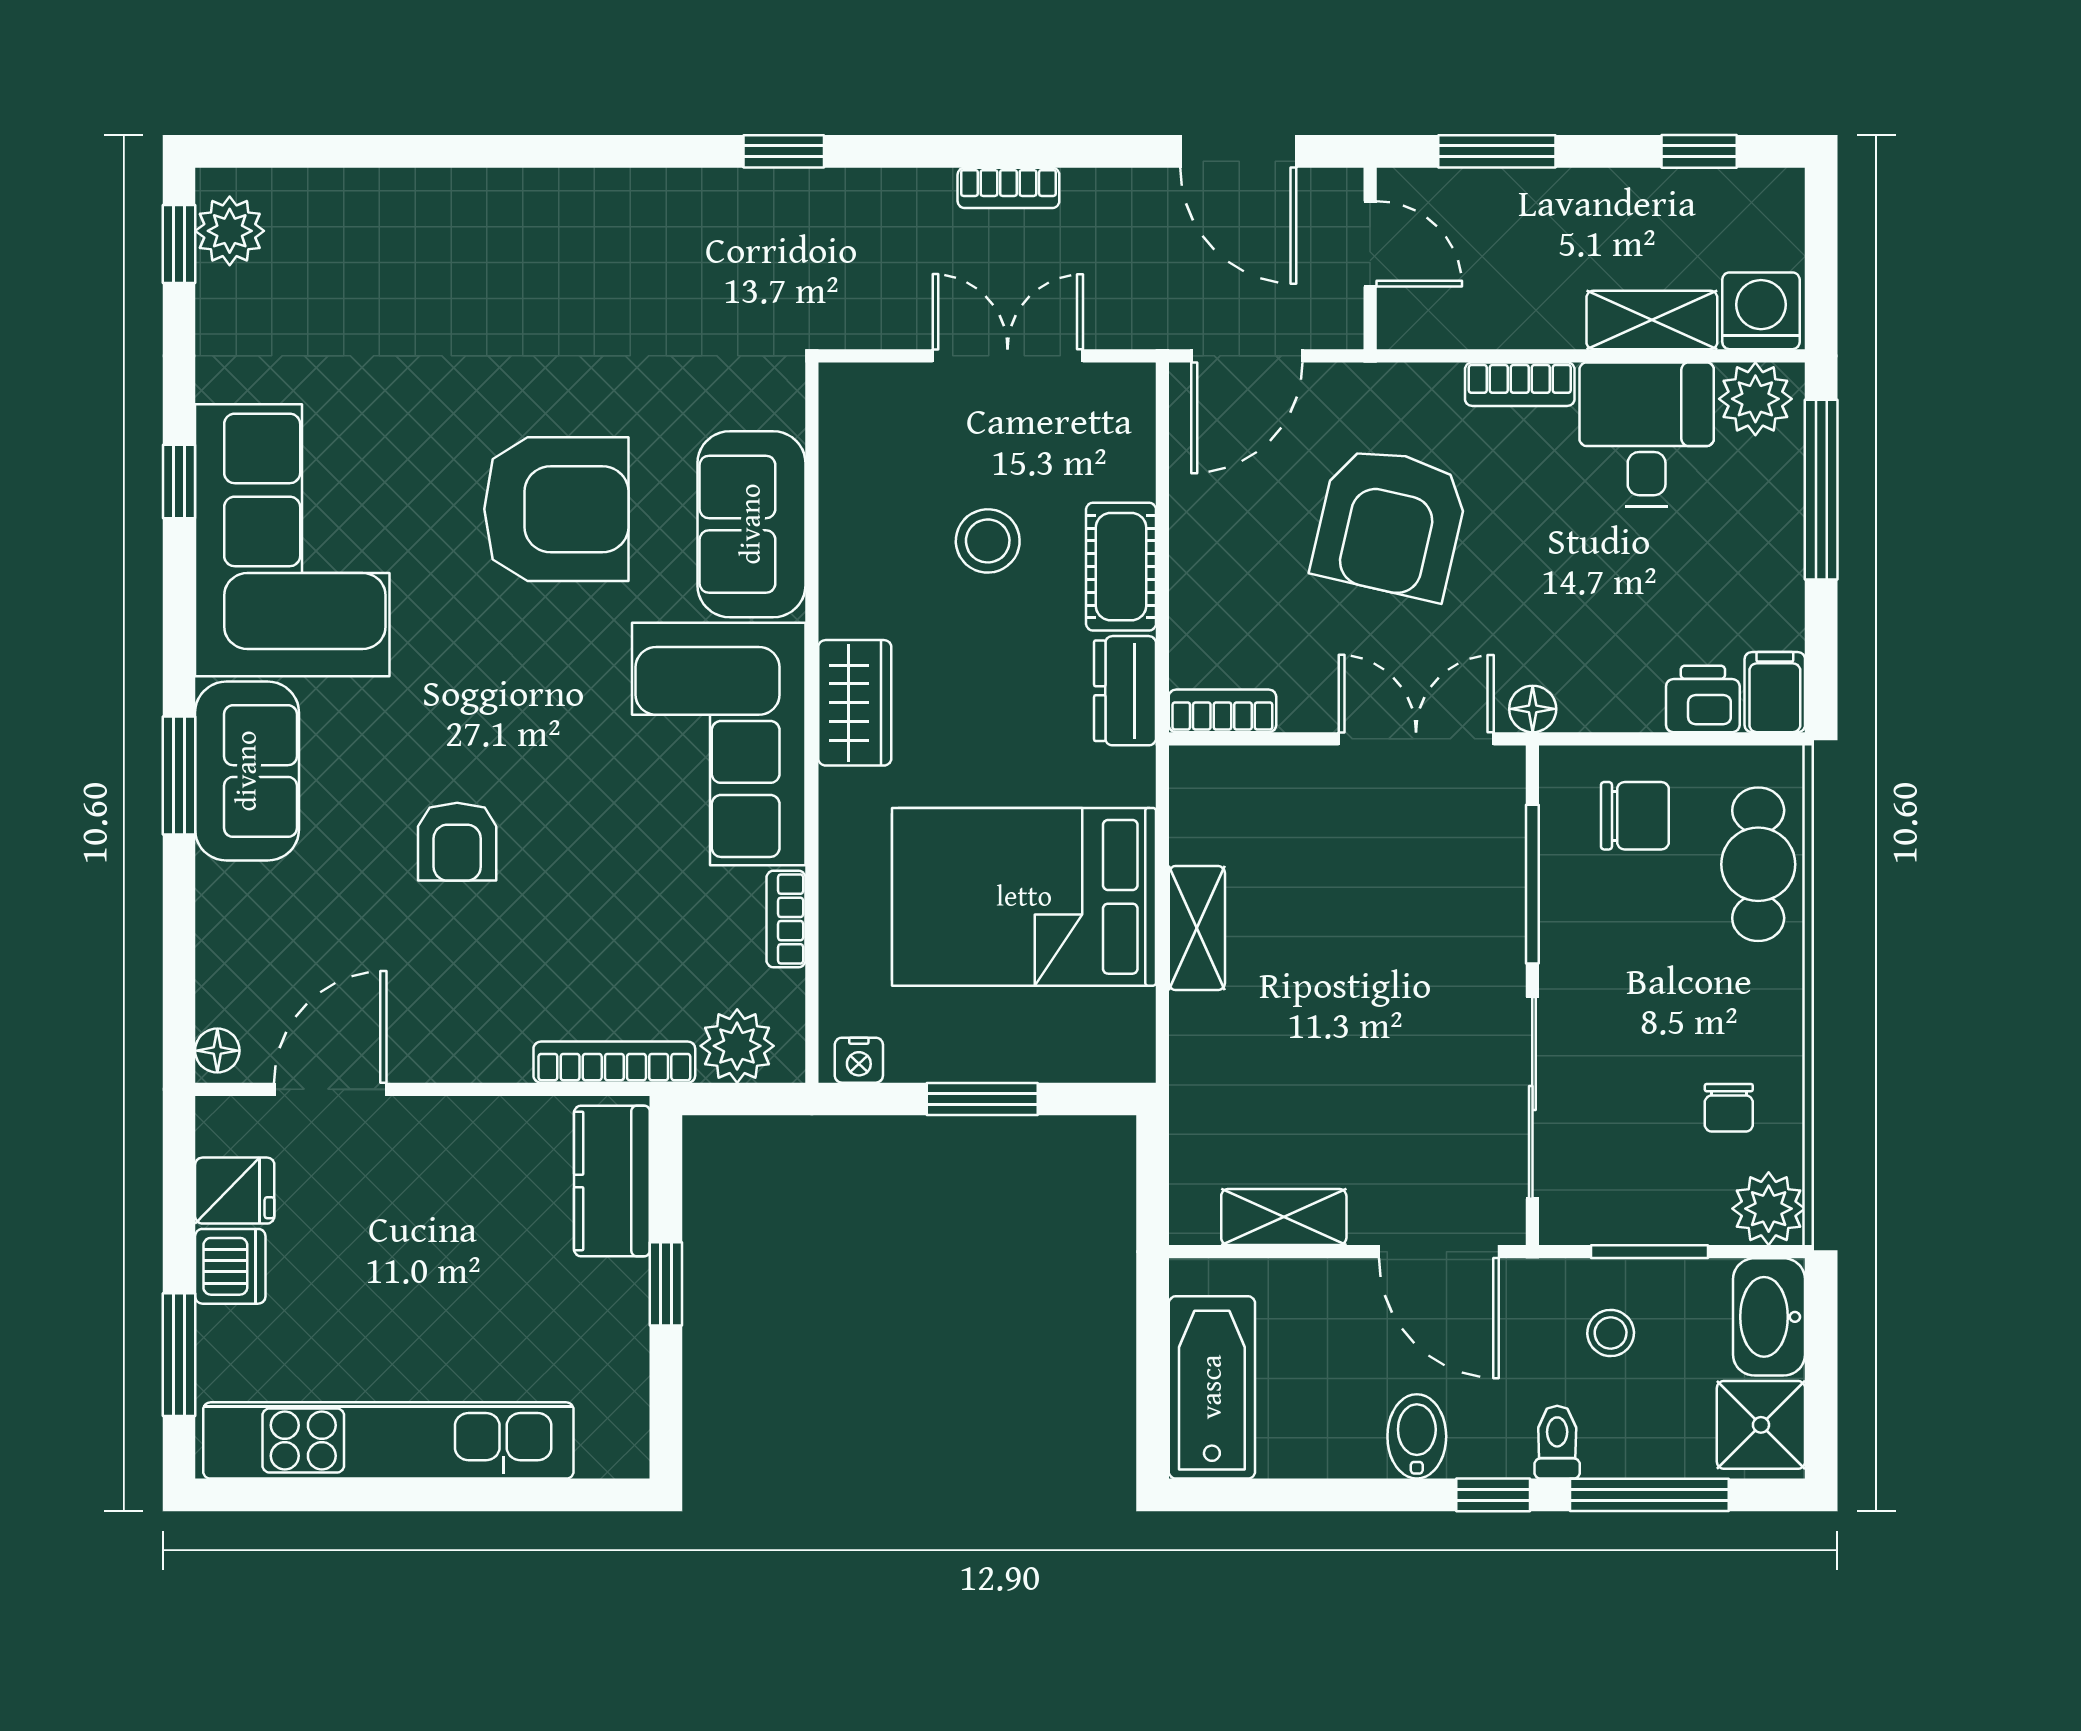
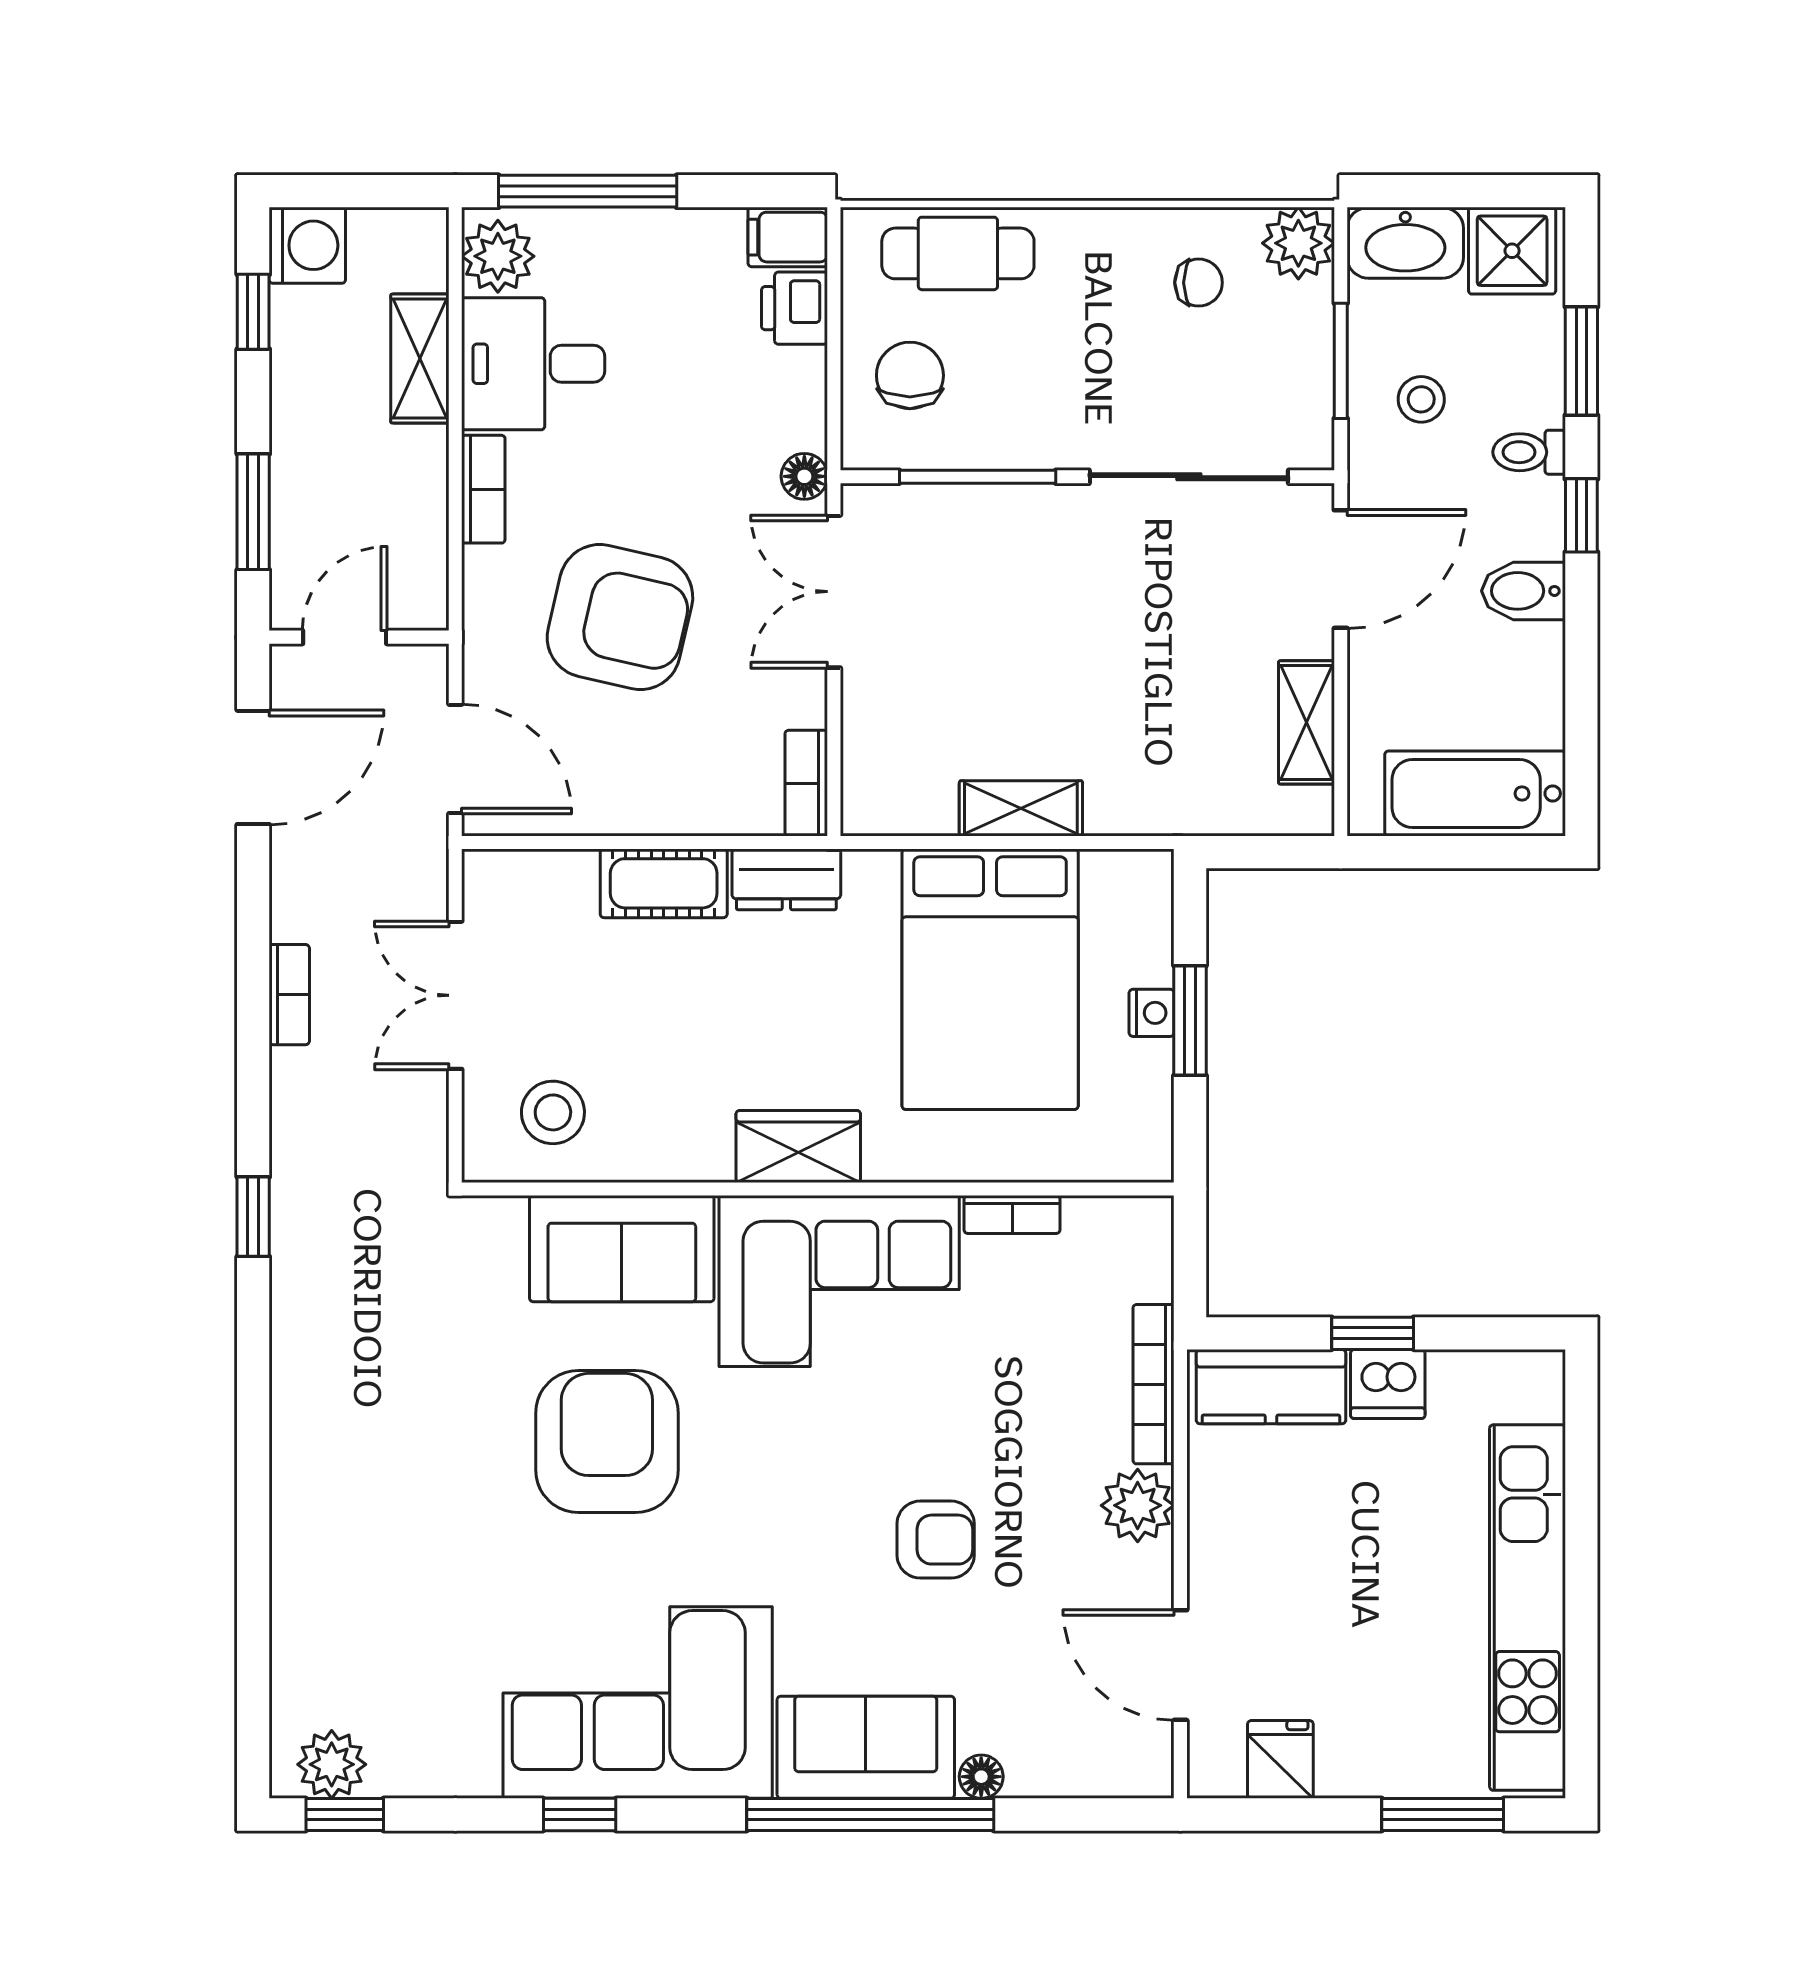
washing machine: (1761, 311) -> (307, 245), moved, turned 180
stool: (988, 541) -> (553, 1112), moved
window: (179, 776) -> (870, 1815), width x2.11
plant: (737, 1046) -> (1138, 1505), moved
floor lamp: (217, 1051) -> (981, 1777), moved
nightstand: (859, 1060) -> (1152, 1013), moved
dishwasher: (230, 1266) -> (1388, 1384), moved, turned 180
window: (1649, 1495) -> (1581, 361), width x0.69

